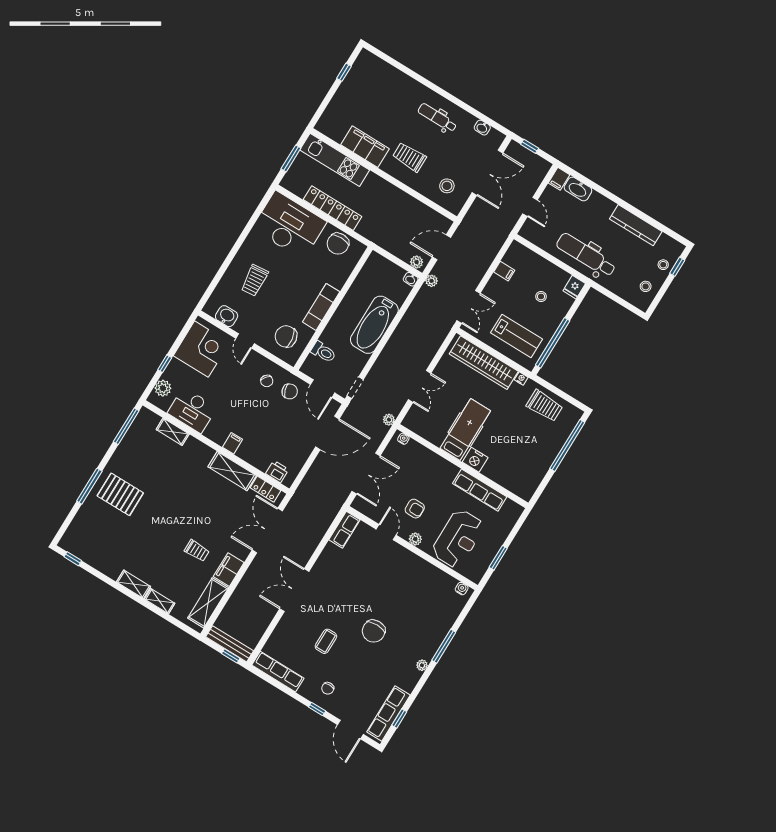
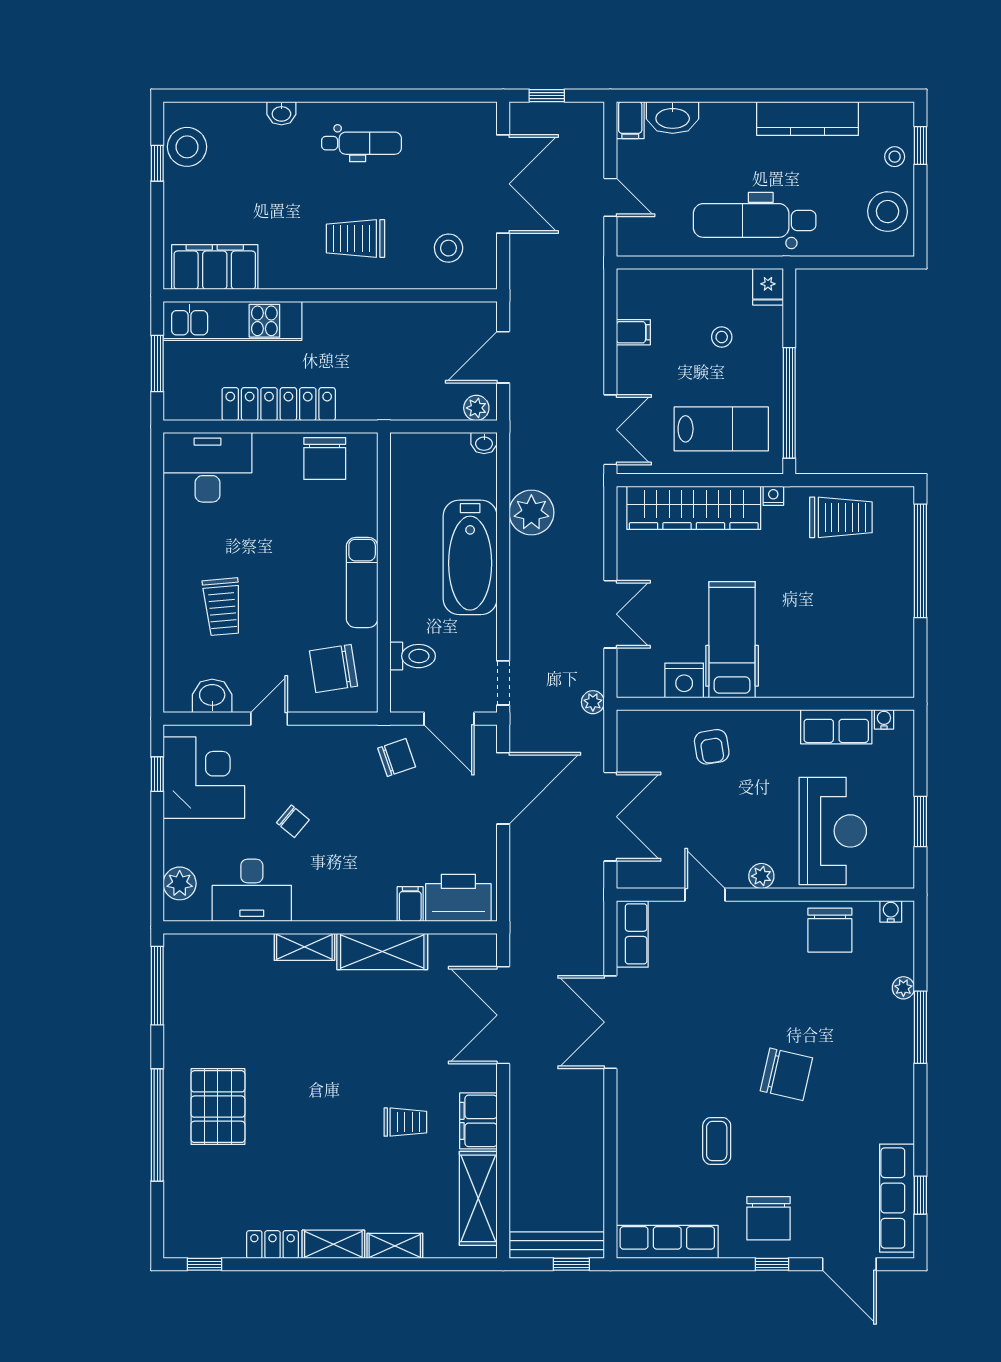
stool: (361, 73) -> (187, 147), added
dental chair: (437, 118) -> (362, 143), turned 180
washbasin: (482, 128) -> (281, 113), moved
filing cabinet: (365, 147) -> (215, 267), moved
desk: (289, 225) -> (207, 467), width x0.73, depth x0.77
plant: (432, 281) -> (531, 512), moved, width x1.88, depth x1.88
stool: (646, 286) -> (888, 212), width x1.89, depth x1.89
door: (245, 341) -> (269, 719), swing flipped
window: (165, 364) -> (157, 774), moved
chair: (267, 381) -> (293, 821), moved
shelving: (173, 432) -> (304, 947), moved
water cooler: (403, 439) -> (884, 719), moved
filing cabinet: (233, 443) -> (410, 904), moved
nightstand: (475, 460) -> (684, 680), moved
printer: (277, 472) -> (458, 898), width x1.87, depth x1.48
window: (89, 486) -> (157, 1125), width x1.46
locker: (266, 489) -> (272, 1245), moved, turned 180
row of seats: (480, 490) -> (836, 727), width x0.68
pallet: (120, 494) -> (218, 1107), turned 90
armchair: (415, 509) -> (712, 747), moved, turned 81
chair: (430, 580) -> (830, 930), added
double door: (294, 590) -> (610, 1022), moved
chair: (374, 631) -> (786, 1074), turned -77
plant: (422, 665) -> (903, 988), moved
chair: (328, 688) -> (769, 1218), width x1.87, depth x1.87

